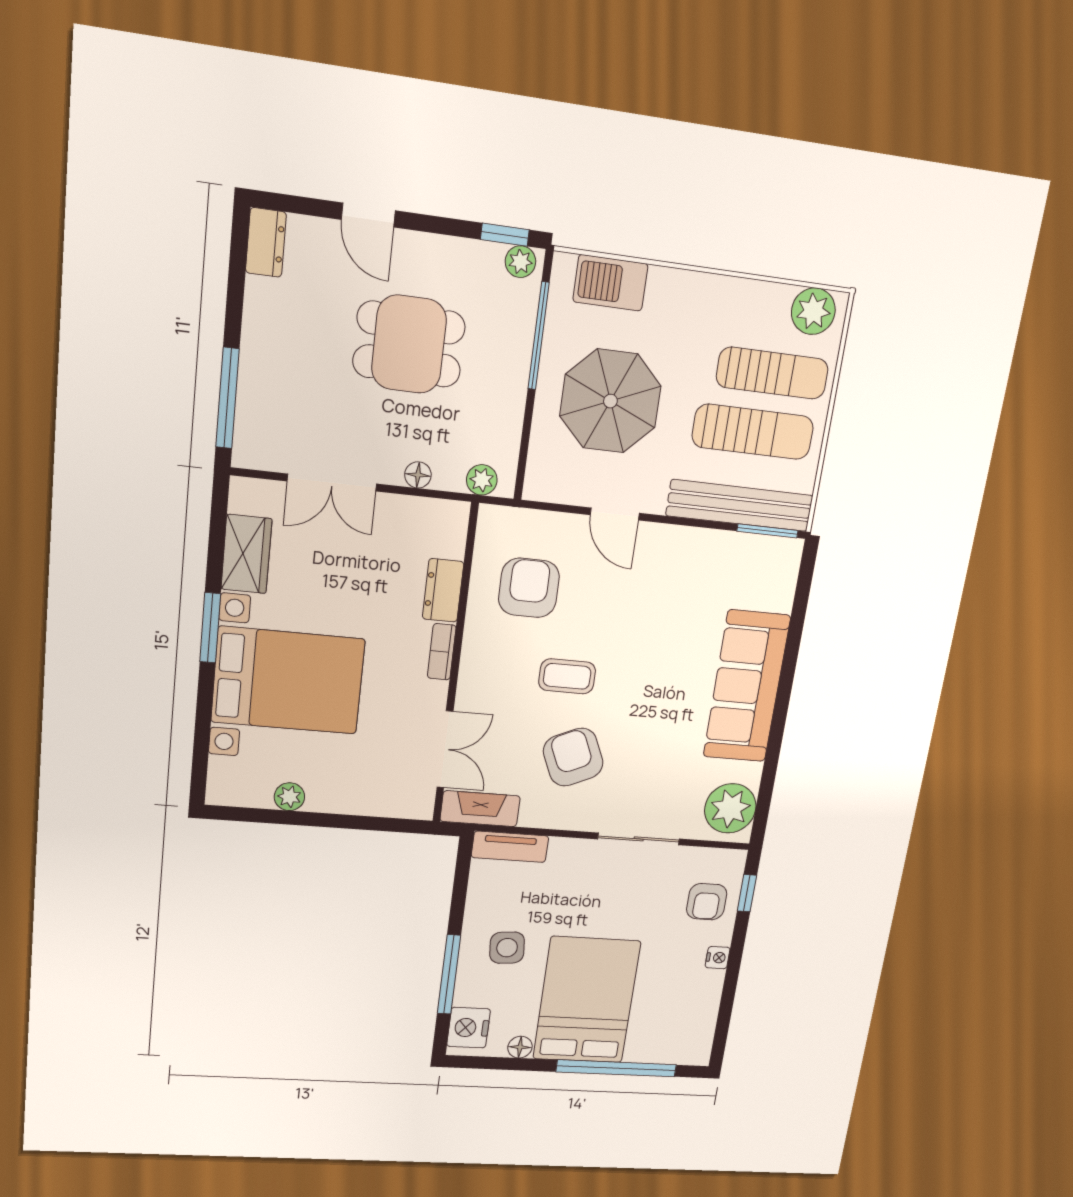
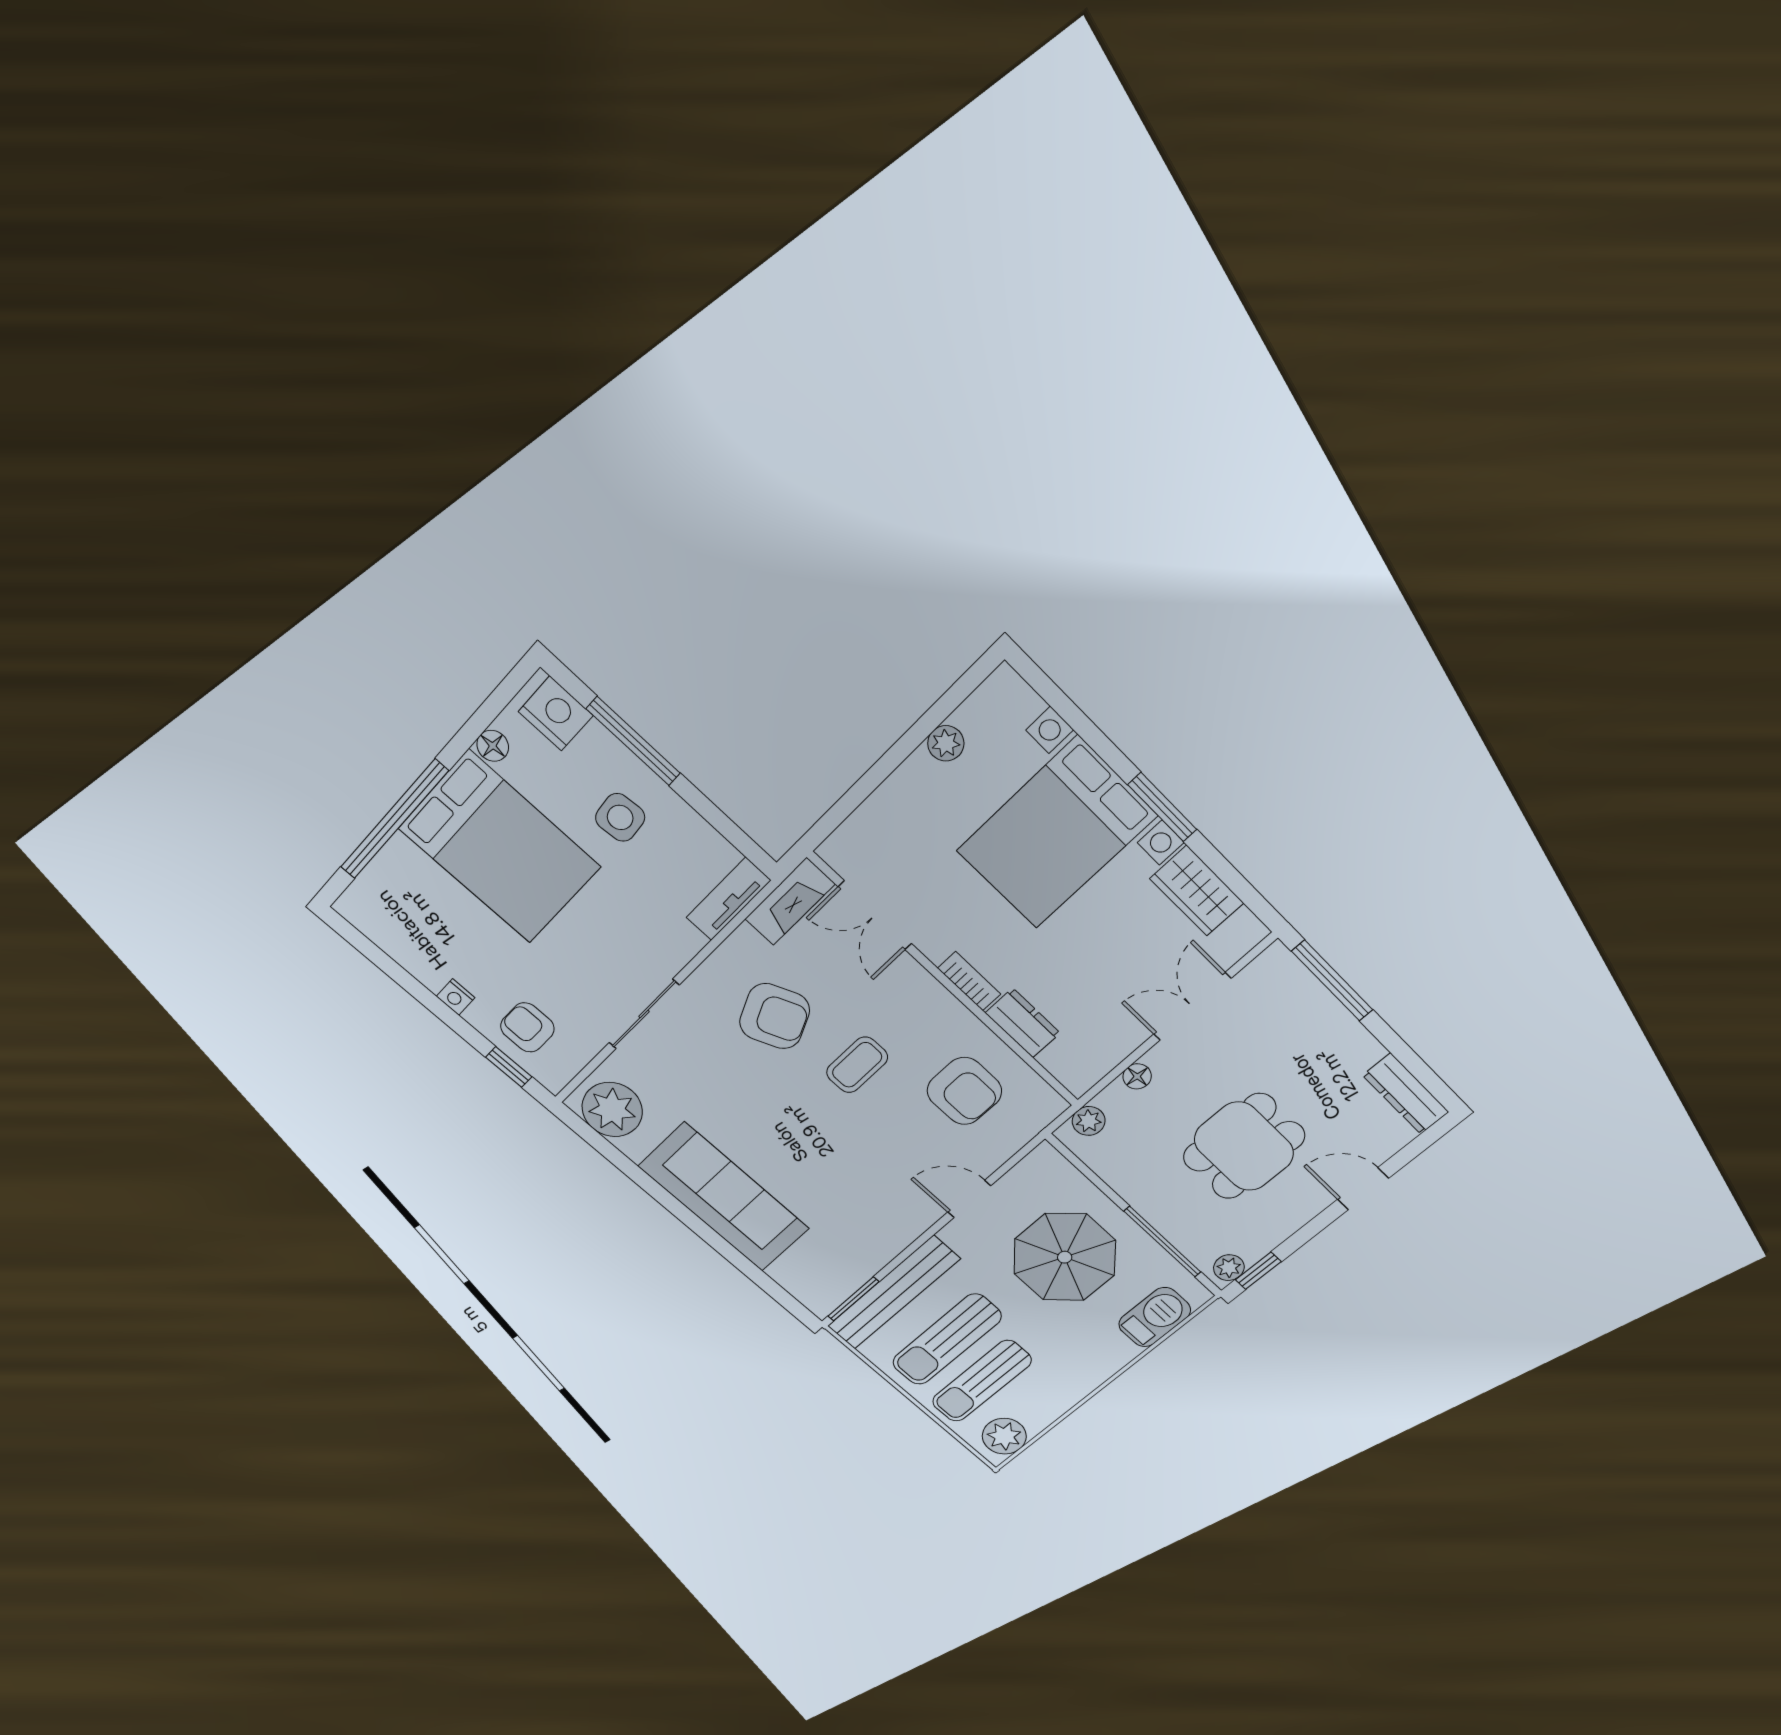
dresser: (266, 242) -> (1406, 1094), width x1.44

